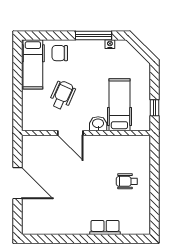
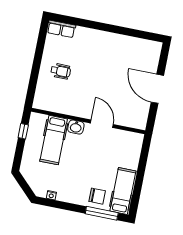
window: (93, 35) -> (102, 213), moved
wheelchair: (62, 95) -> (102, 159), removed
row of seats: (105, 227) -> (61, 29), moved

